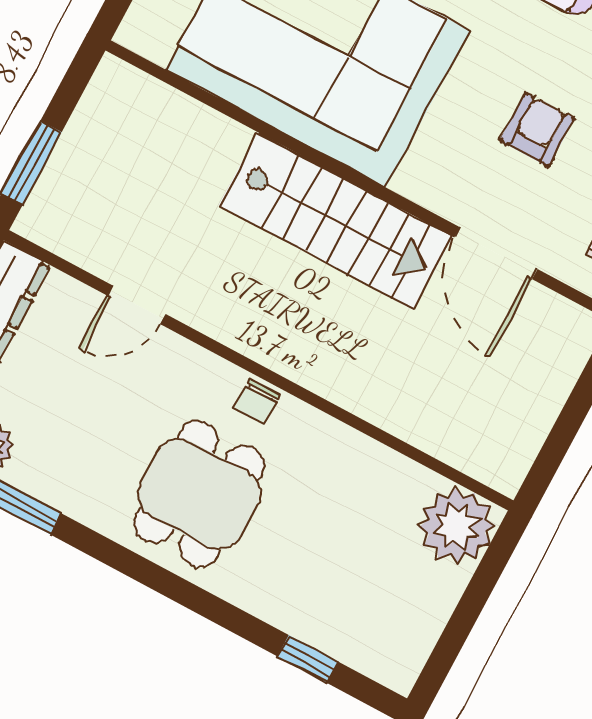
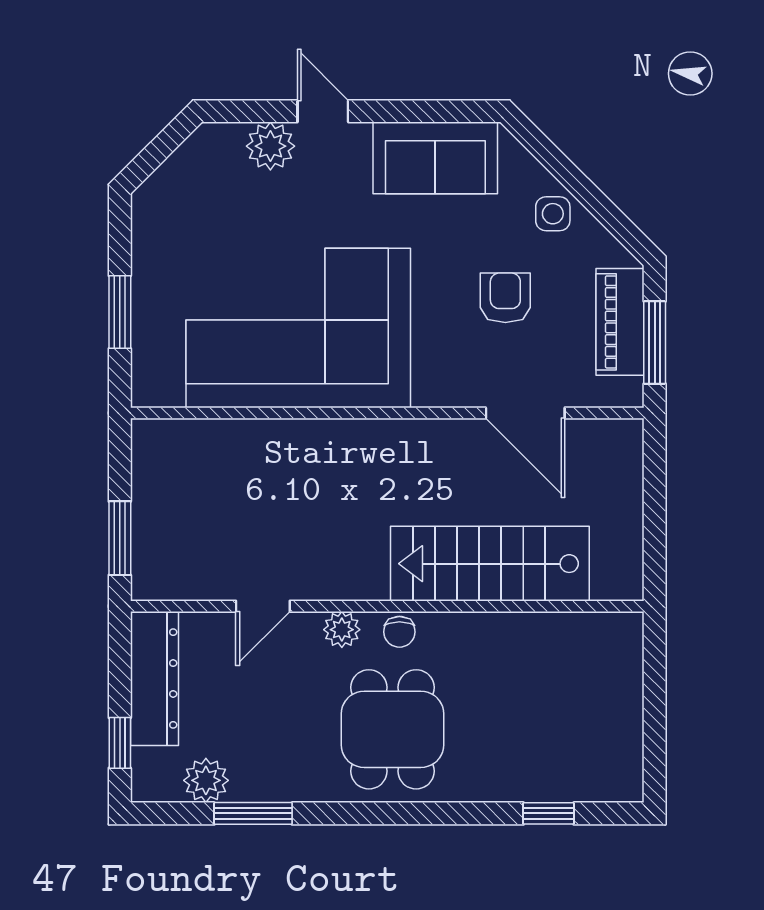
stairs: (336, 221) -> (490, 564), moved, turned 180
plant: (457, 526) -> (342, 630), moved, width x0.53, depth x0.53

